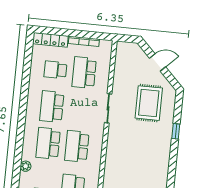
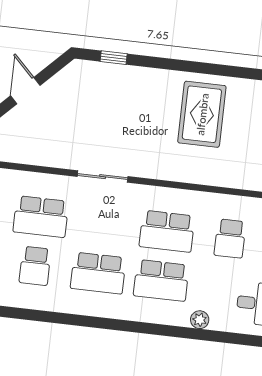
rug: (149, 103) -> (202, 114), moved, turned 90
window: (176, 131) -> (114, 58), moved

